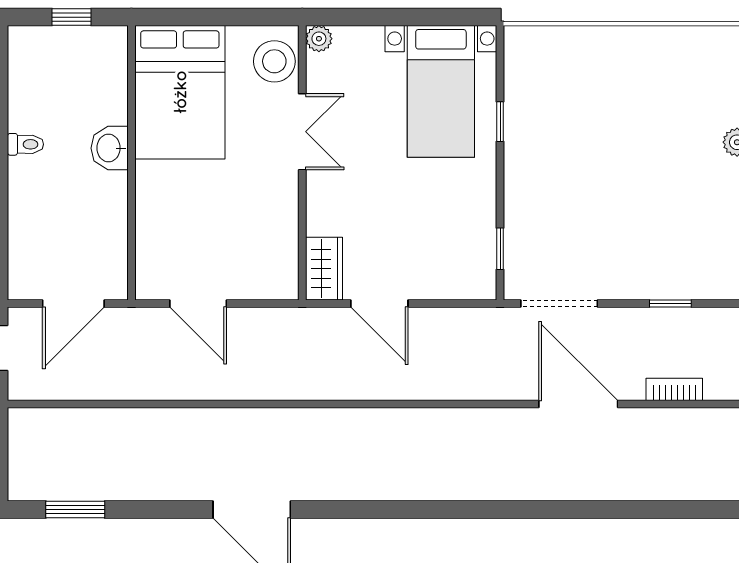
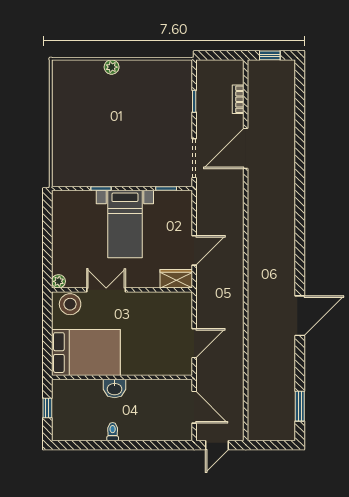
bed with nightstands: (441, 91) -> (125, 224), moved, turned 90

